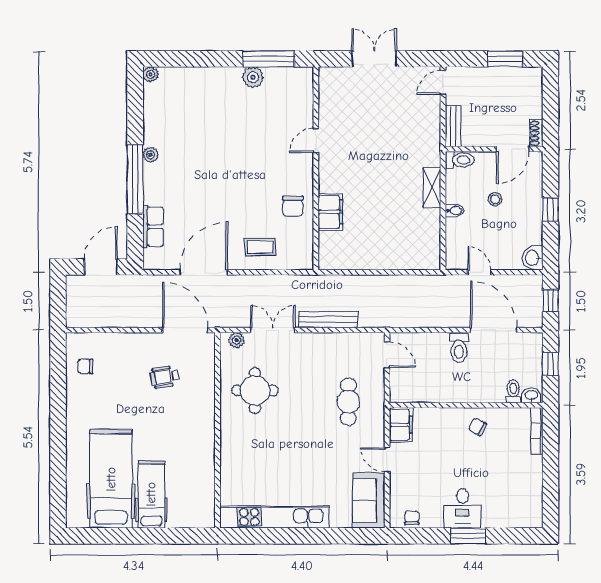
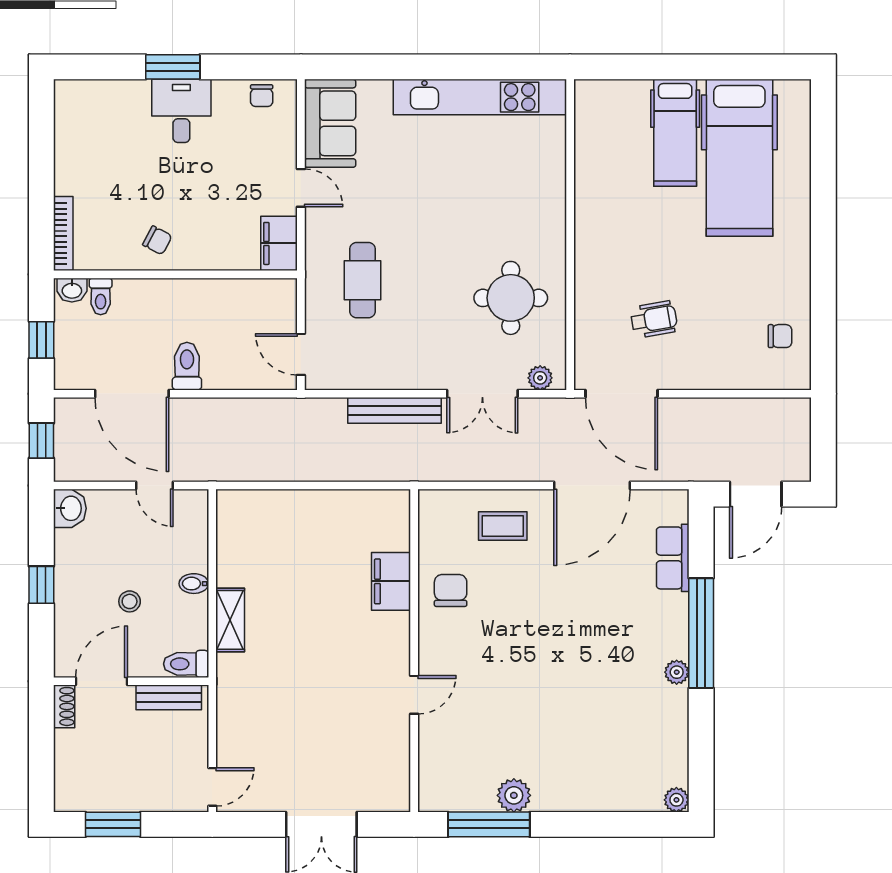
bench: (453, 126) -> (169, 697), moved, turned 90

